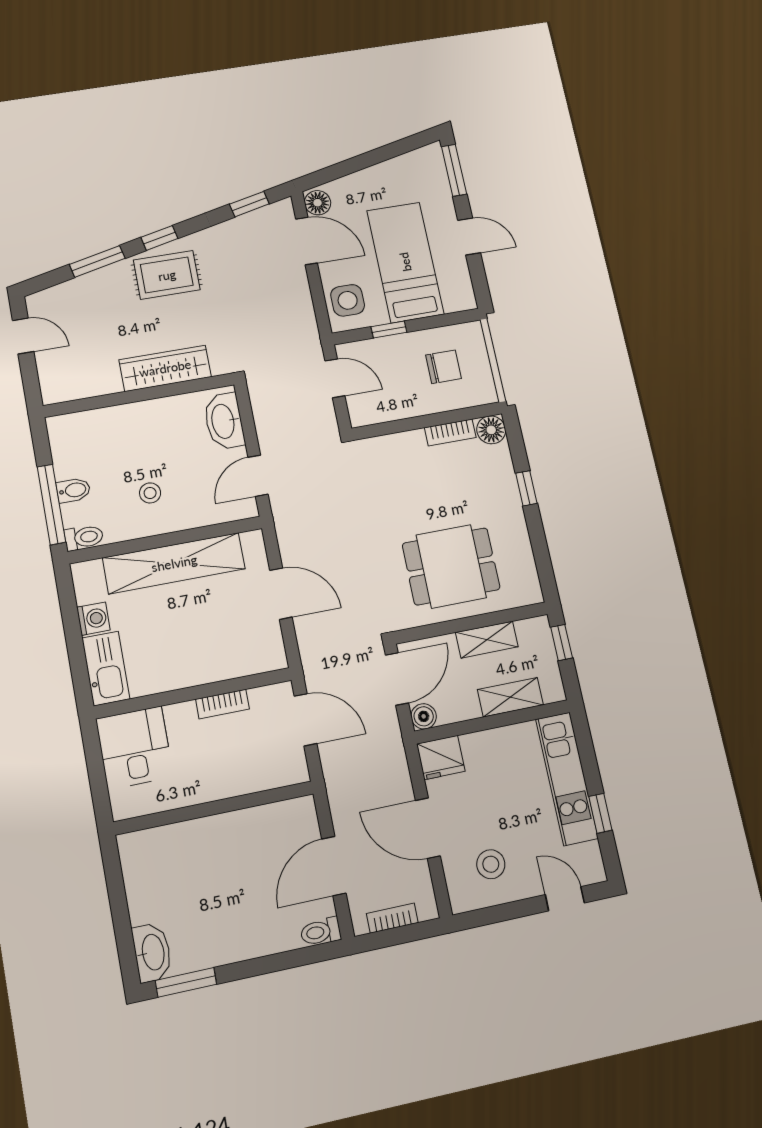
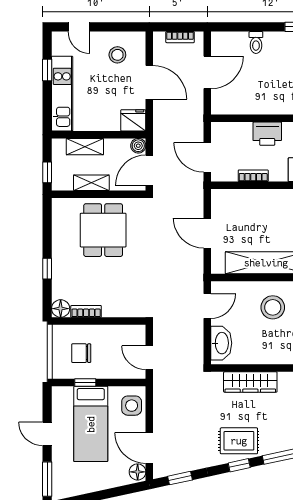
window: (389, 330) -> (85, 383), moved
stool: (150, 493) -> (273, 307), width x1.89, depth x1.89
dining table: (451, 566) -> (103, 230), turned 90
printer: (212, 781) -> (267, 134), added
toilet: (321, 932) -> (256, 42), moved, turned 90

